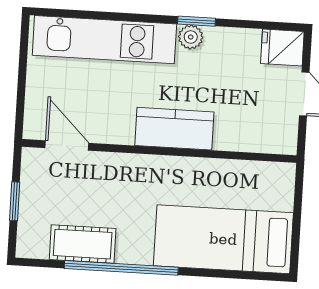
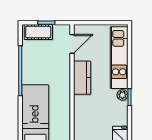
kitchen counter: (174, 129) -> (82, 78), moved
cot: (83, 244) -> (38, 32), moved, turned 90

